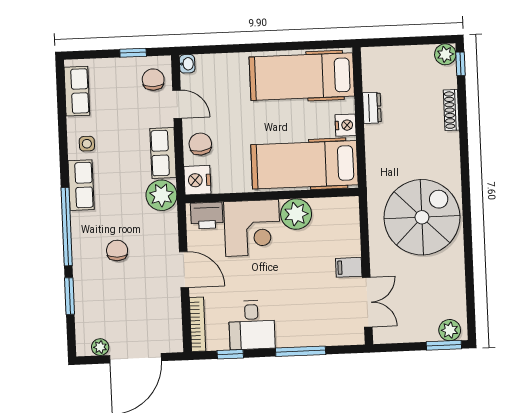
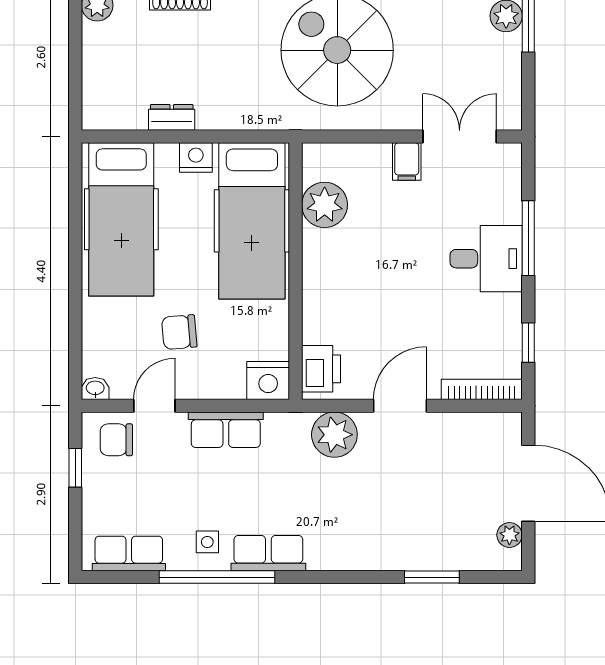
chair: (200, 144) -> (179, 332), moved
plant: (161, 195) -> (334, 435), moved
plant: (296, 214) -> (325, 205), moved
window: (67, 227) -> (217, 577), moved
corner desk: (252, 228) -> (342, 302), removed
chair: (117, 250) -> (367, 504), removed
desk: (252, 325) -> (486, 259), moved

